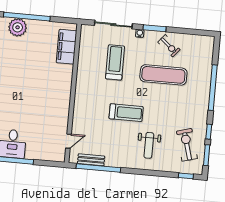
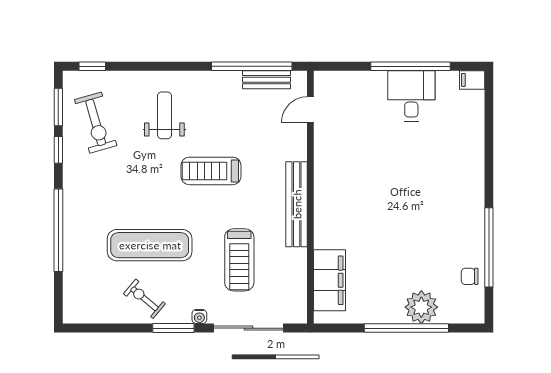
bench: (81, 90) -> (297, 204), added

